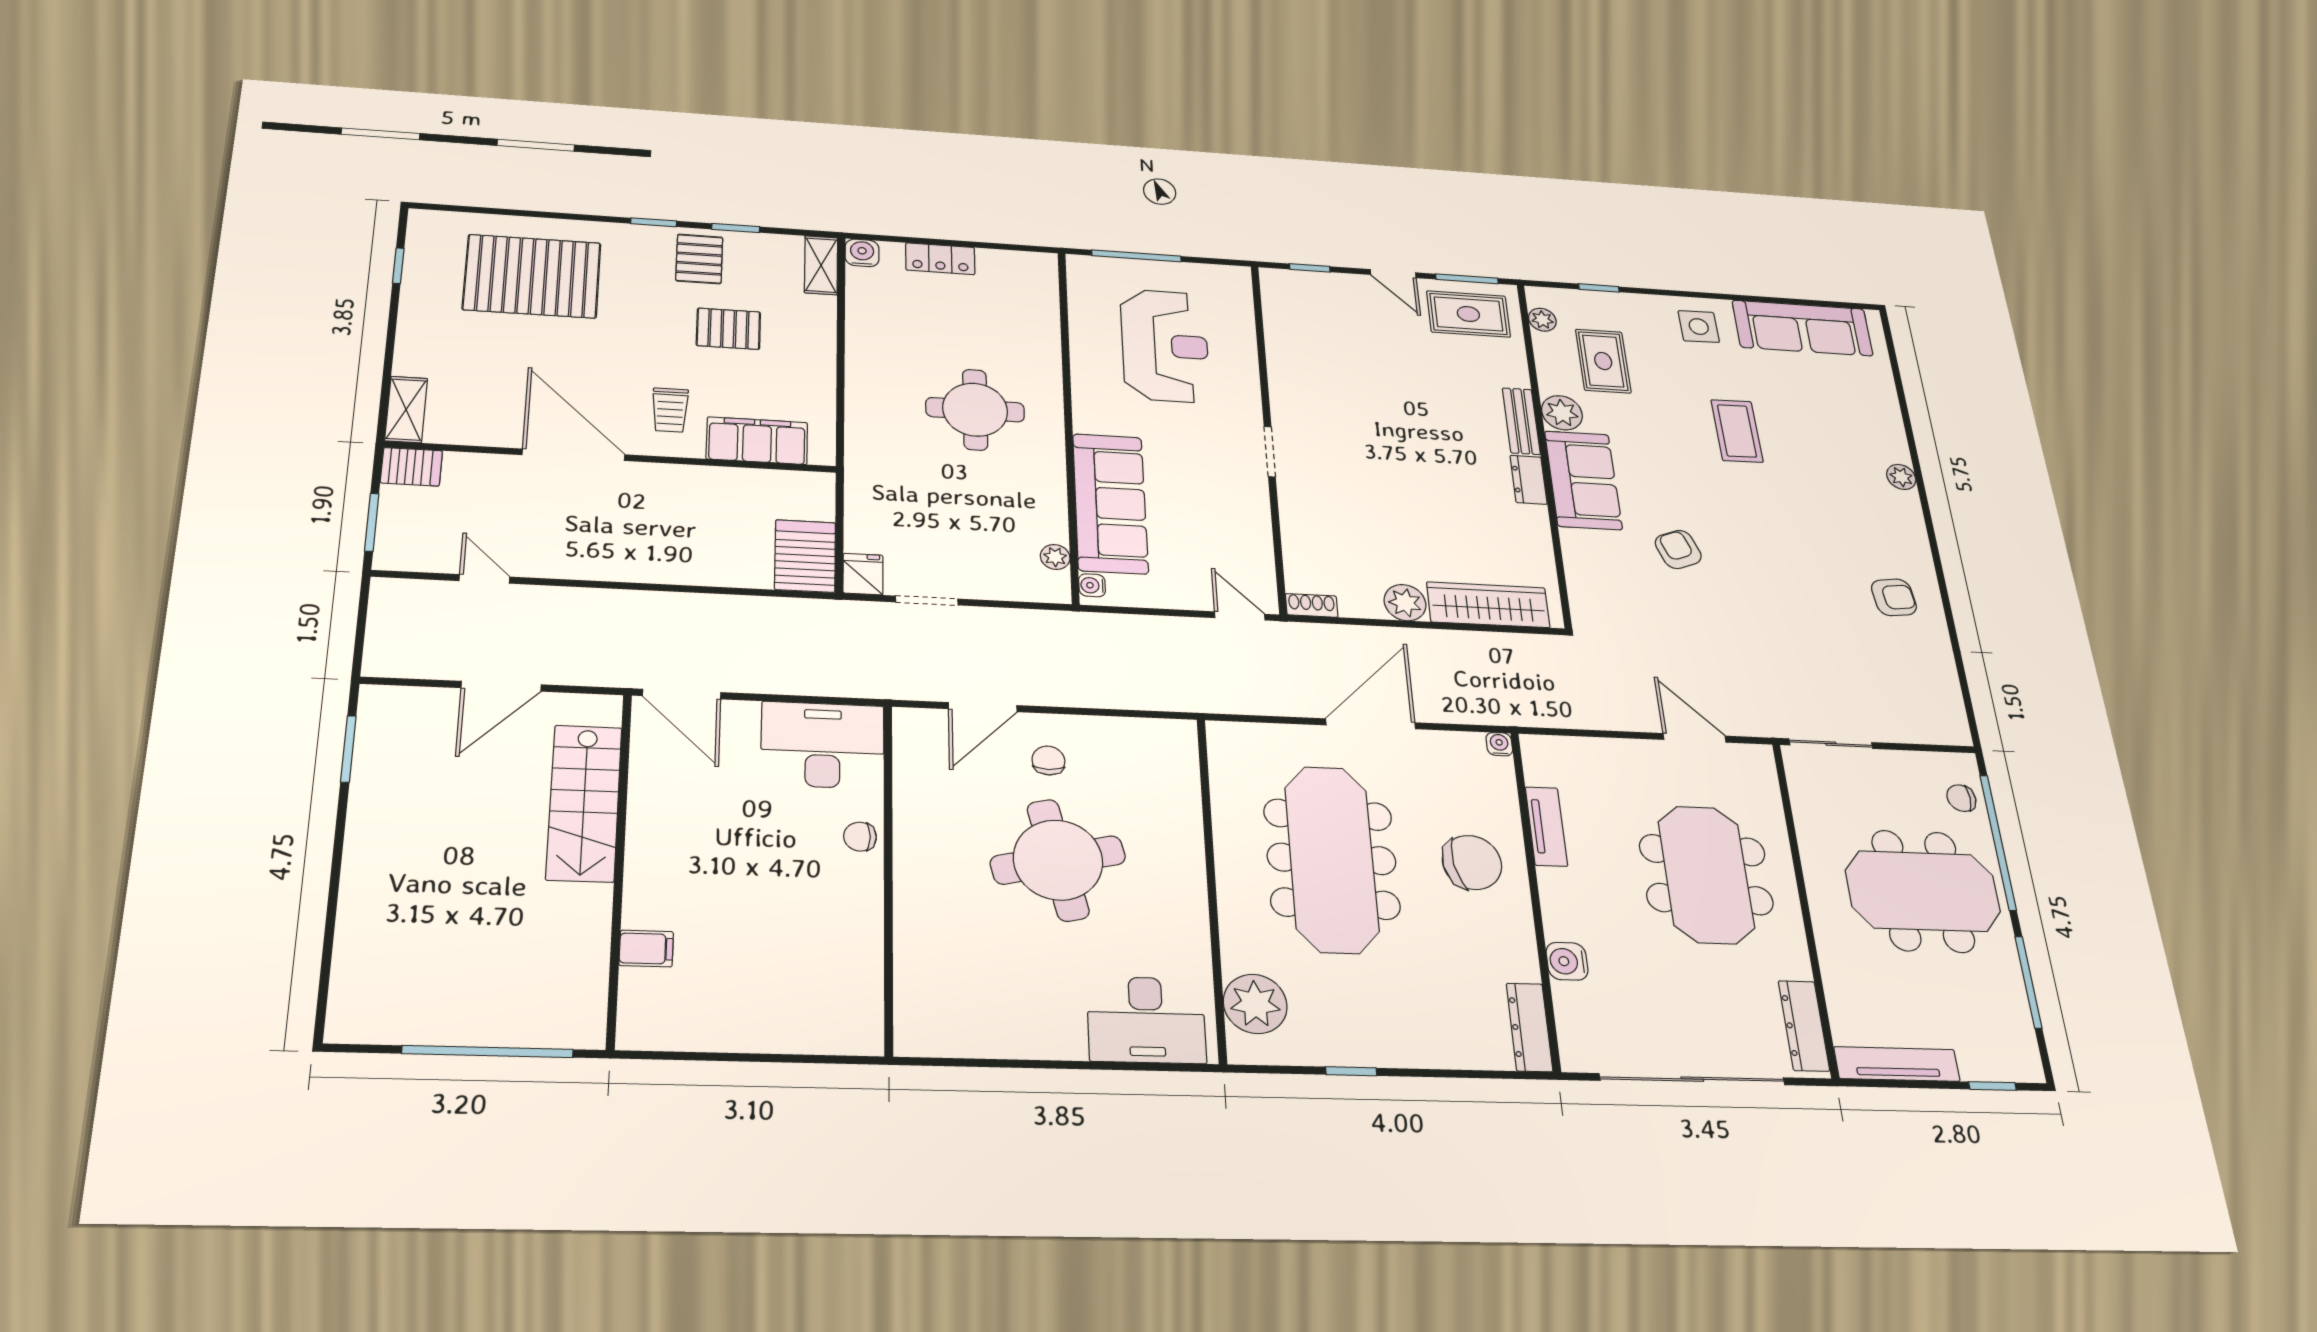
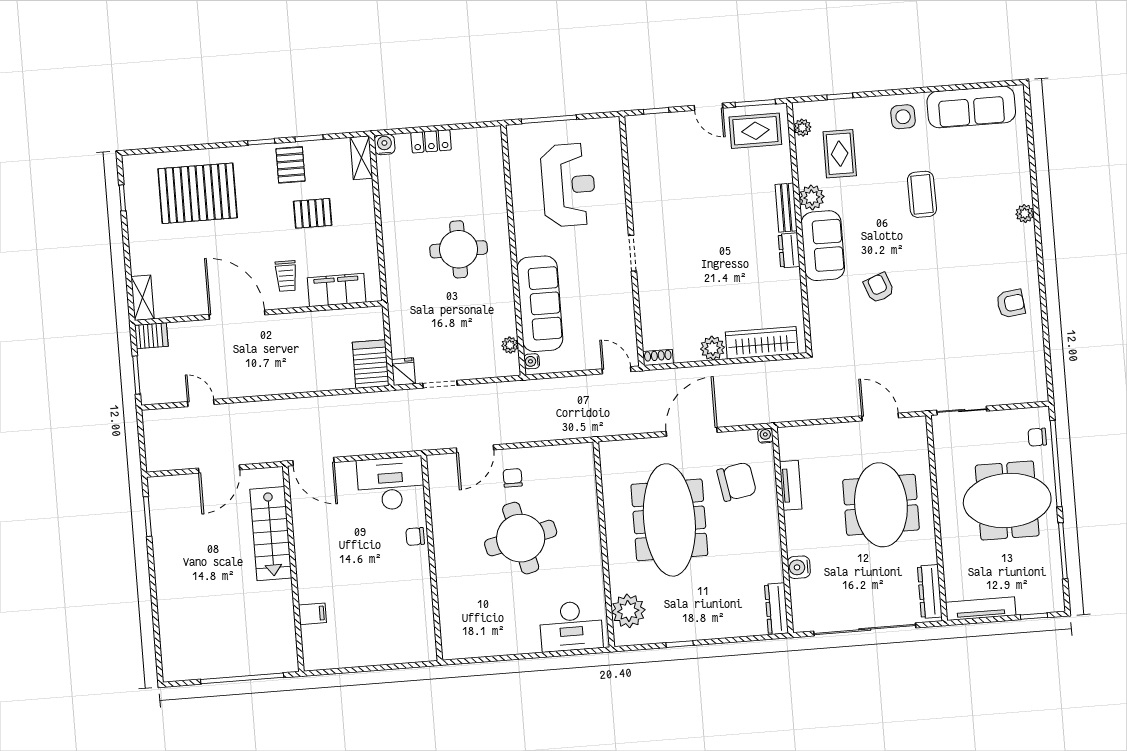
chair: (1472, 862) -> (737, 482), moved

